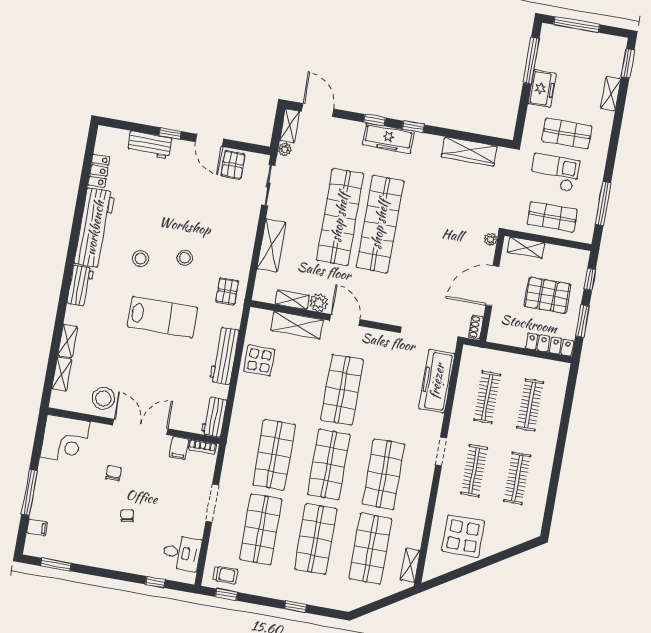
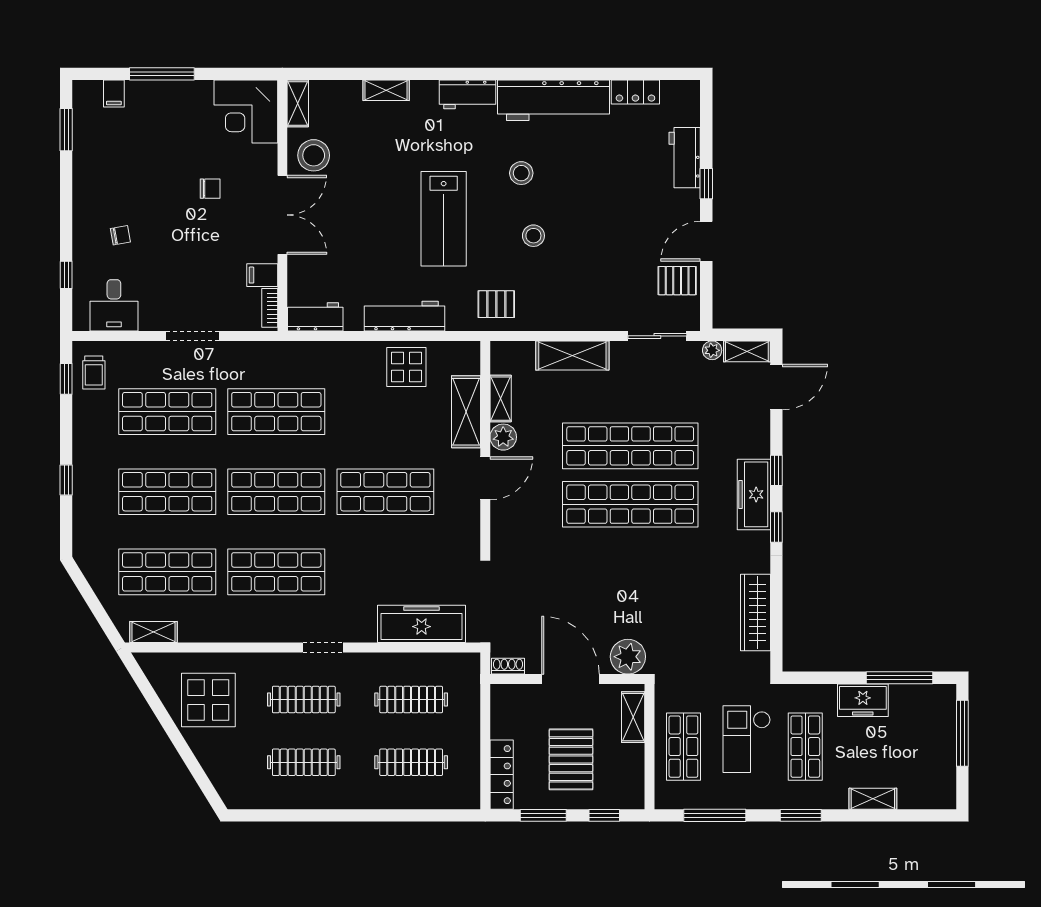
window: (628, 63) -> (801, 815), moved
checkout: (555, 173) -> (747, 739), turned 180
plant: (491, 239) -> (628, 657), width x1.88, depth x1.88
shelving: (62, 374) -> (298, 103), moved, turned 90
chair: (127, 515) -> (120, 235), moved

